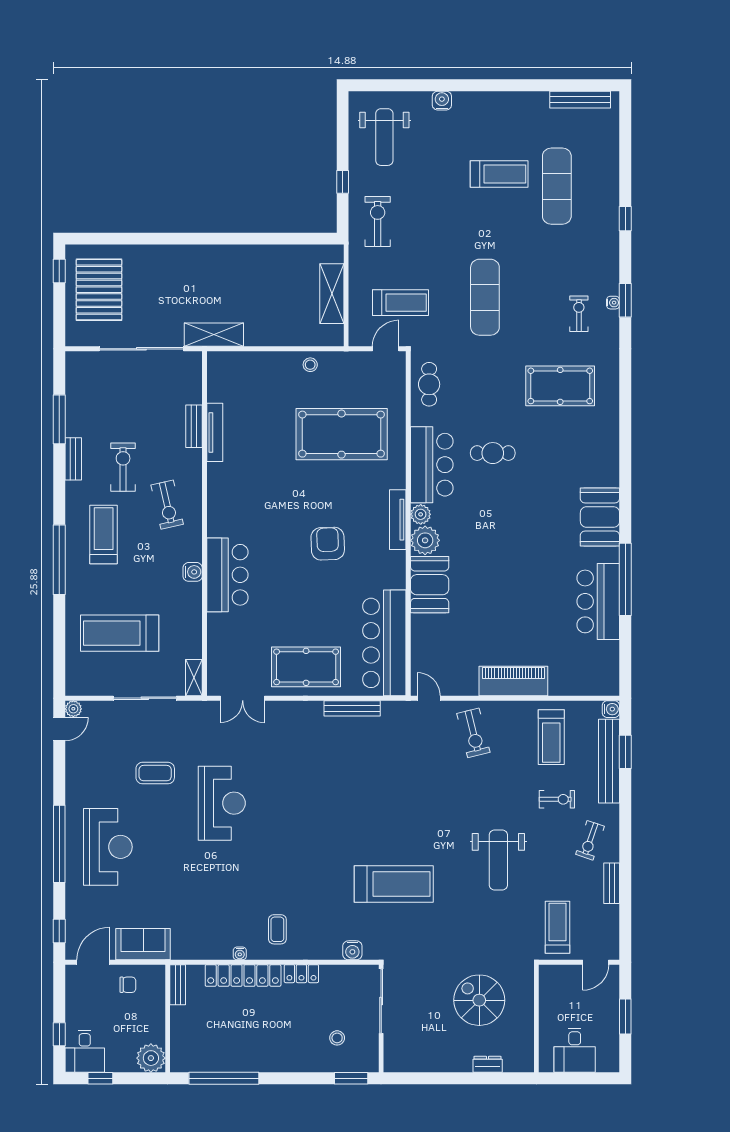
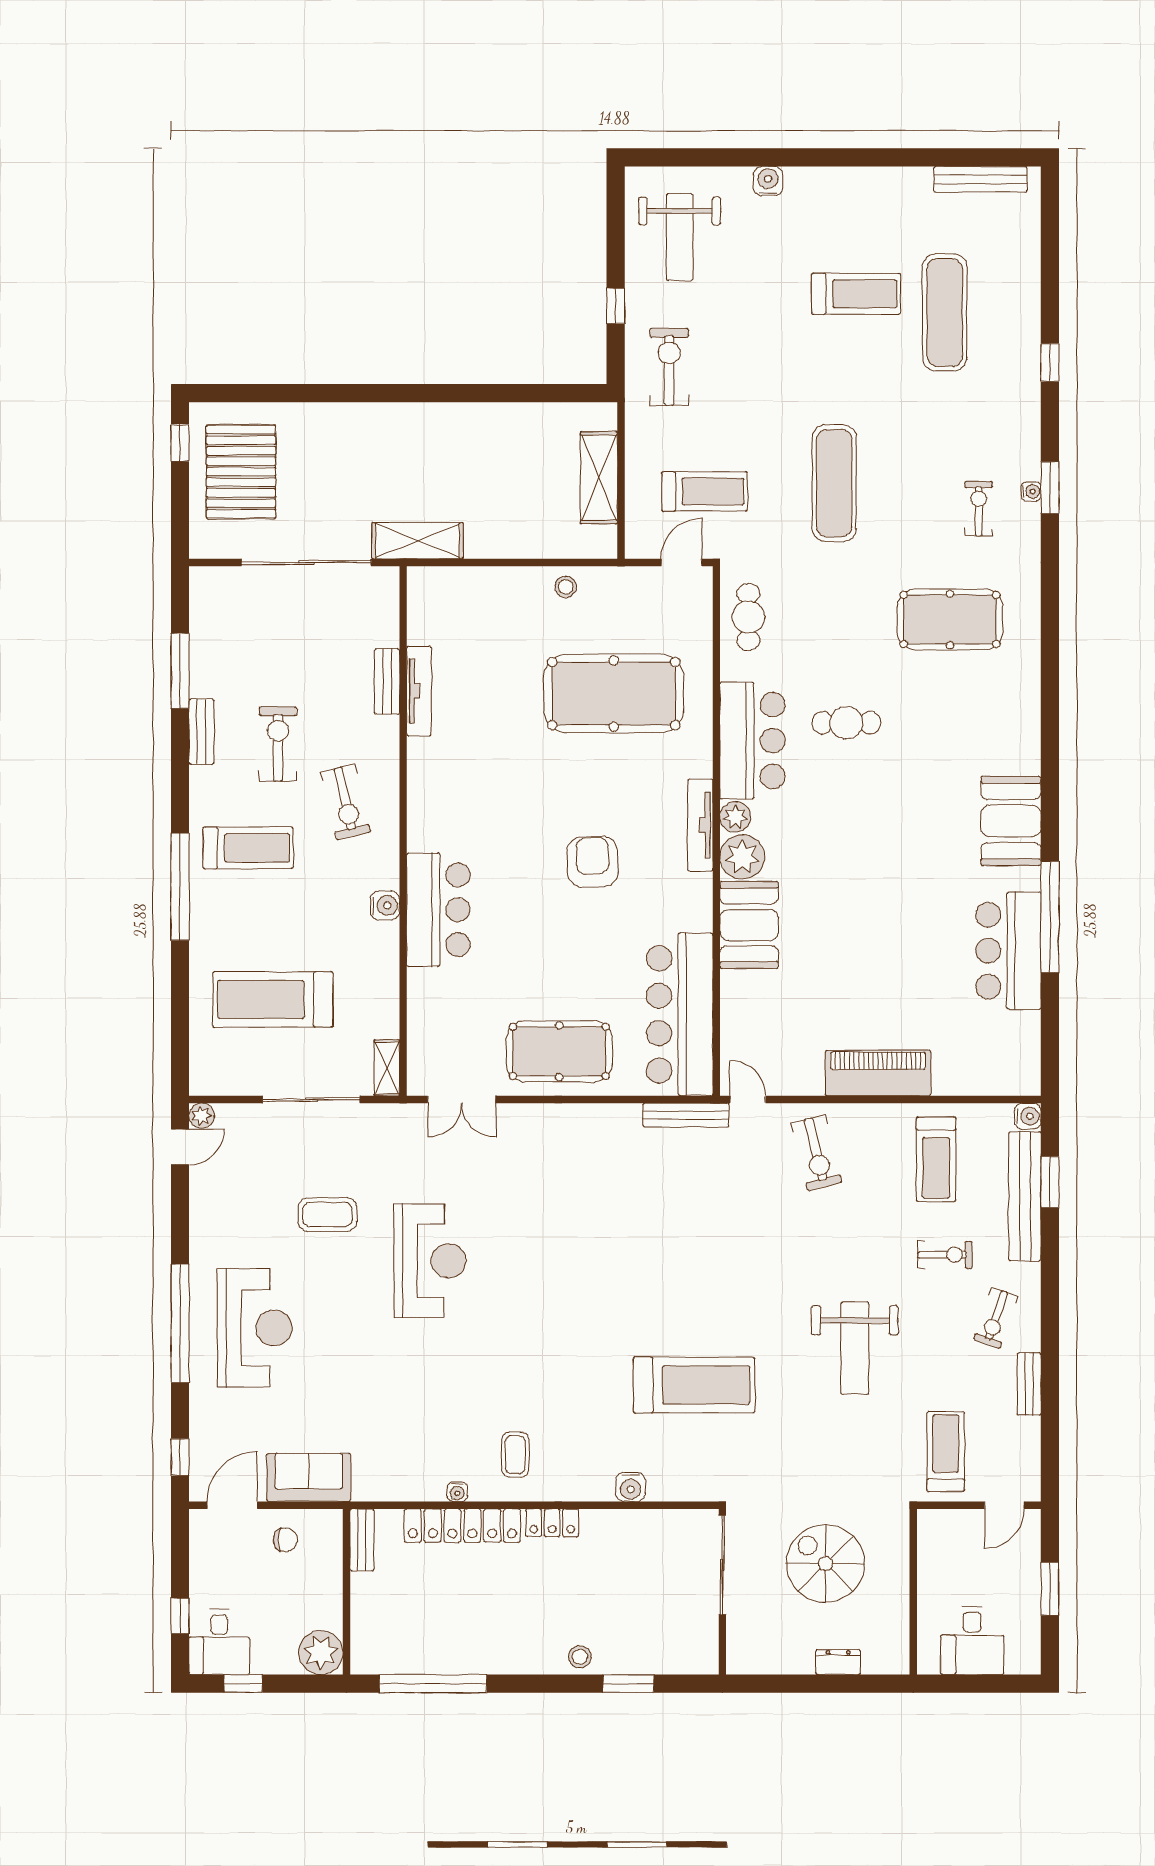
treadmill: (104, 535) -> (248, 848), turned 90
bench: (352, 708) -> (686, 1115), moved
sliding door: (381, 1001) -> (722, 1565), moved
wall: (381, 1018) -> (722, 1592), moved
stool: (337, 1038) -> (580, 1657), moved

